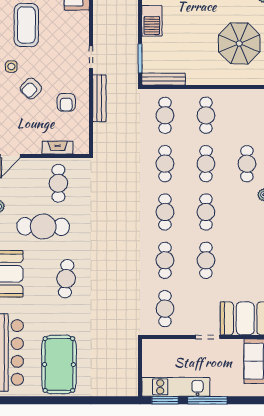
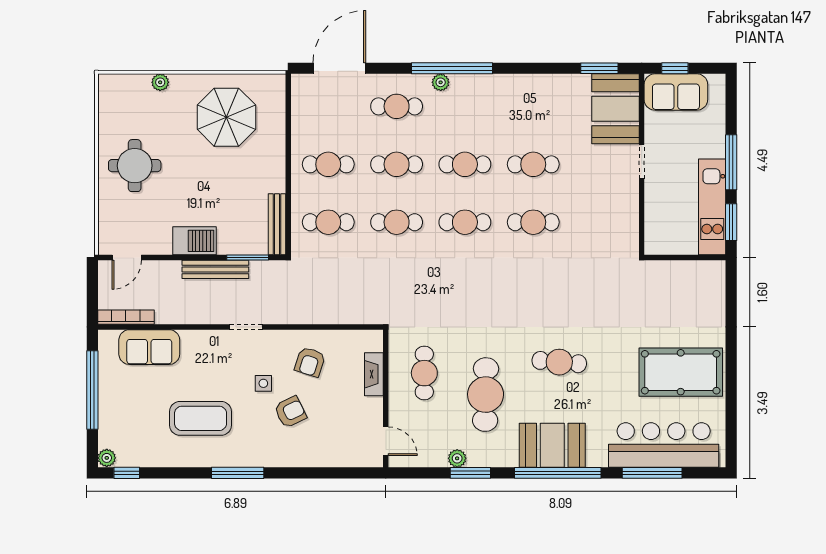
side table: (11, 66) -> (263, 383), moved
armchair: (31, 89) -> (290, 412), turned -71
bench: (99, 98) -> (215, 269), moved
armchair: (66, 102) -> (310, 362), turned 108
cafe table: (58, 183) -> (424, 373), turned 90
cafe table: (165, 309) -> (602, 222), removed

